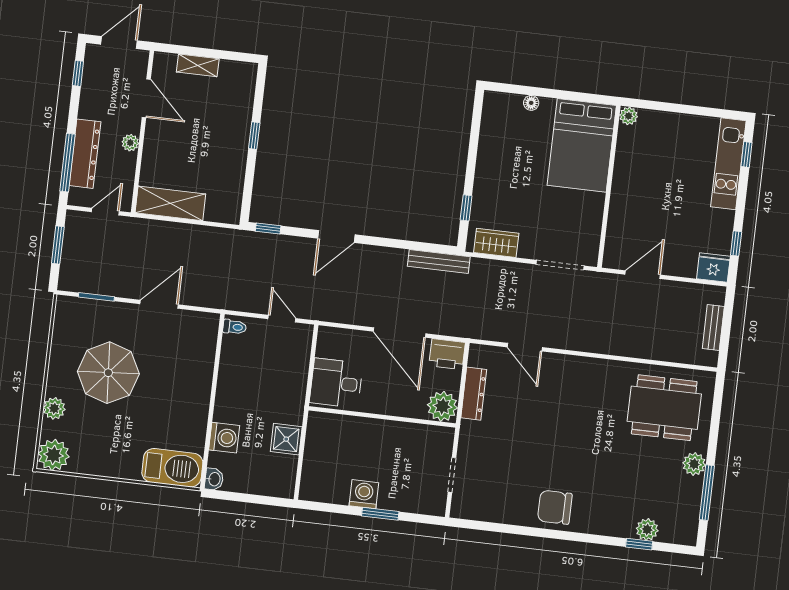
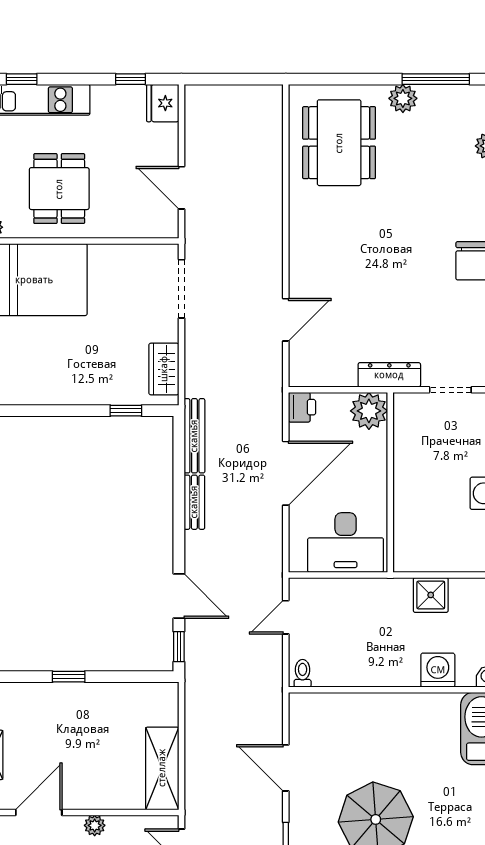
dining table: (654, 175) -> (59, 189), added
door: (336, 237) -> (179, 596), moved
bench: (713, 327) -> (194, 502), moved, turned 90
printer: (447, 354) -> (302, 407), width x0.73, depth x0.81
desk: (336, 383) -> (346, 543), width x1.37
dresser: (474, 394) -> (389, 375), moved

